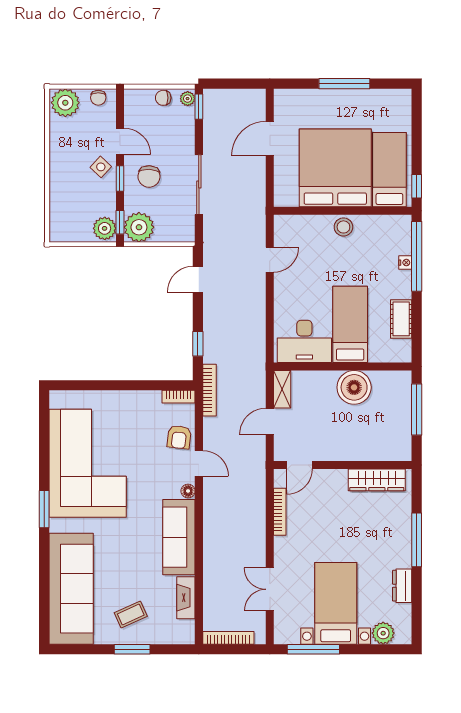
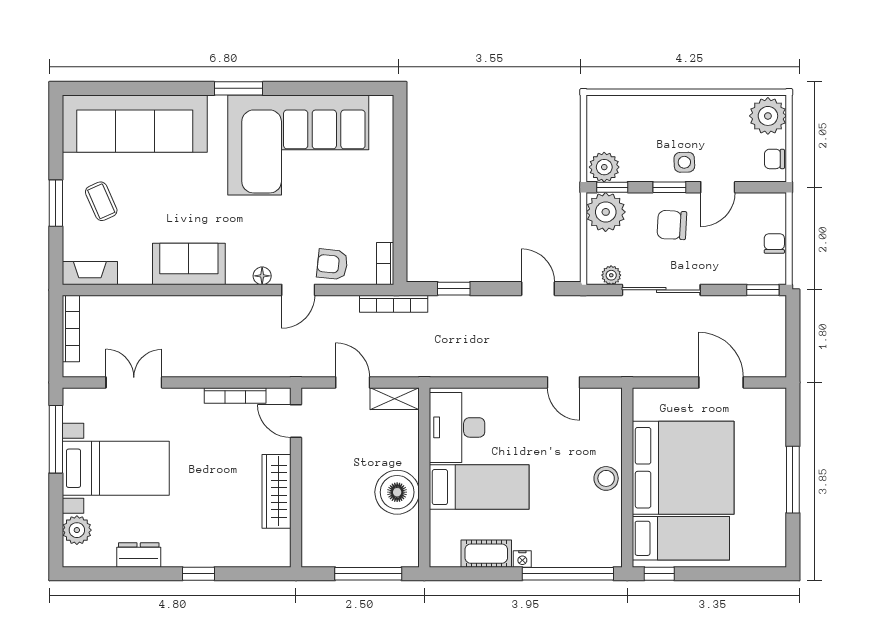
plant: (188, 99) -> (611, 275), moved
side table: (101, 167) -> (684, 162), turned 45
nightstand: (405, 263) -> (522, 559), moved
wardrobe: (377, 480) -> (276, 491), moved
sofa: (179, 537) -> (189, 264), width x0.73
window: (417, 540) -> (199, 574), width x0.46
fireplace: (186, 598) -> (90, 273), moved

